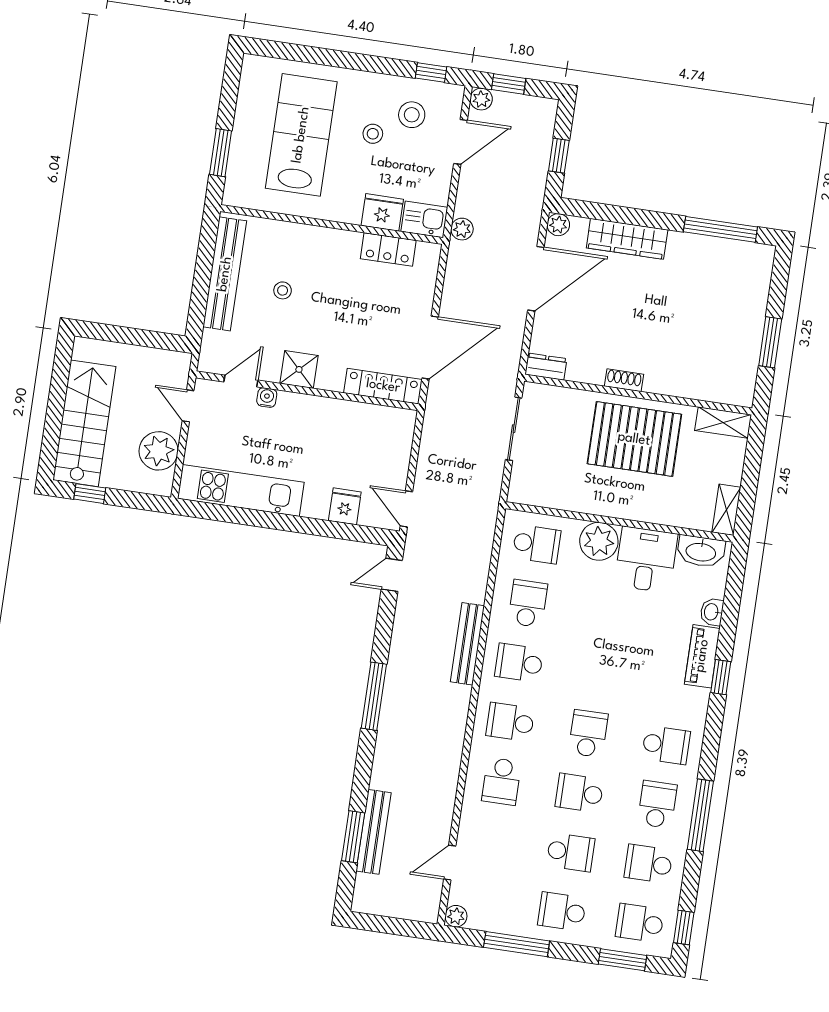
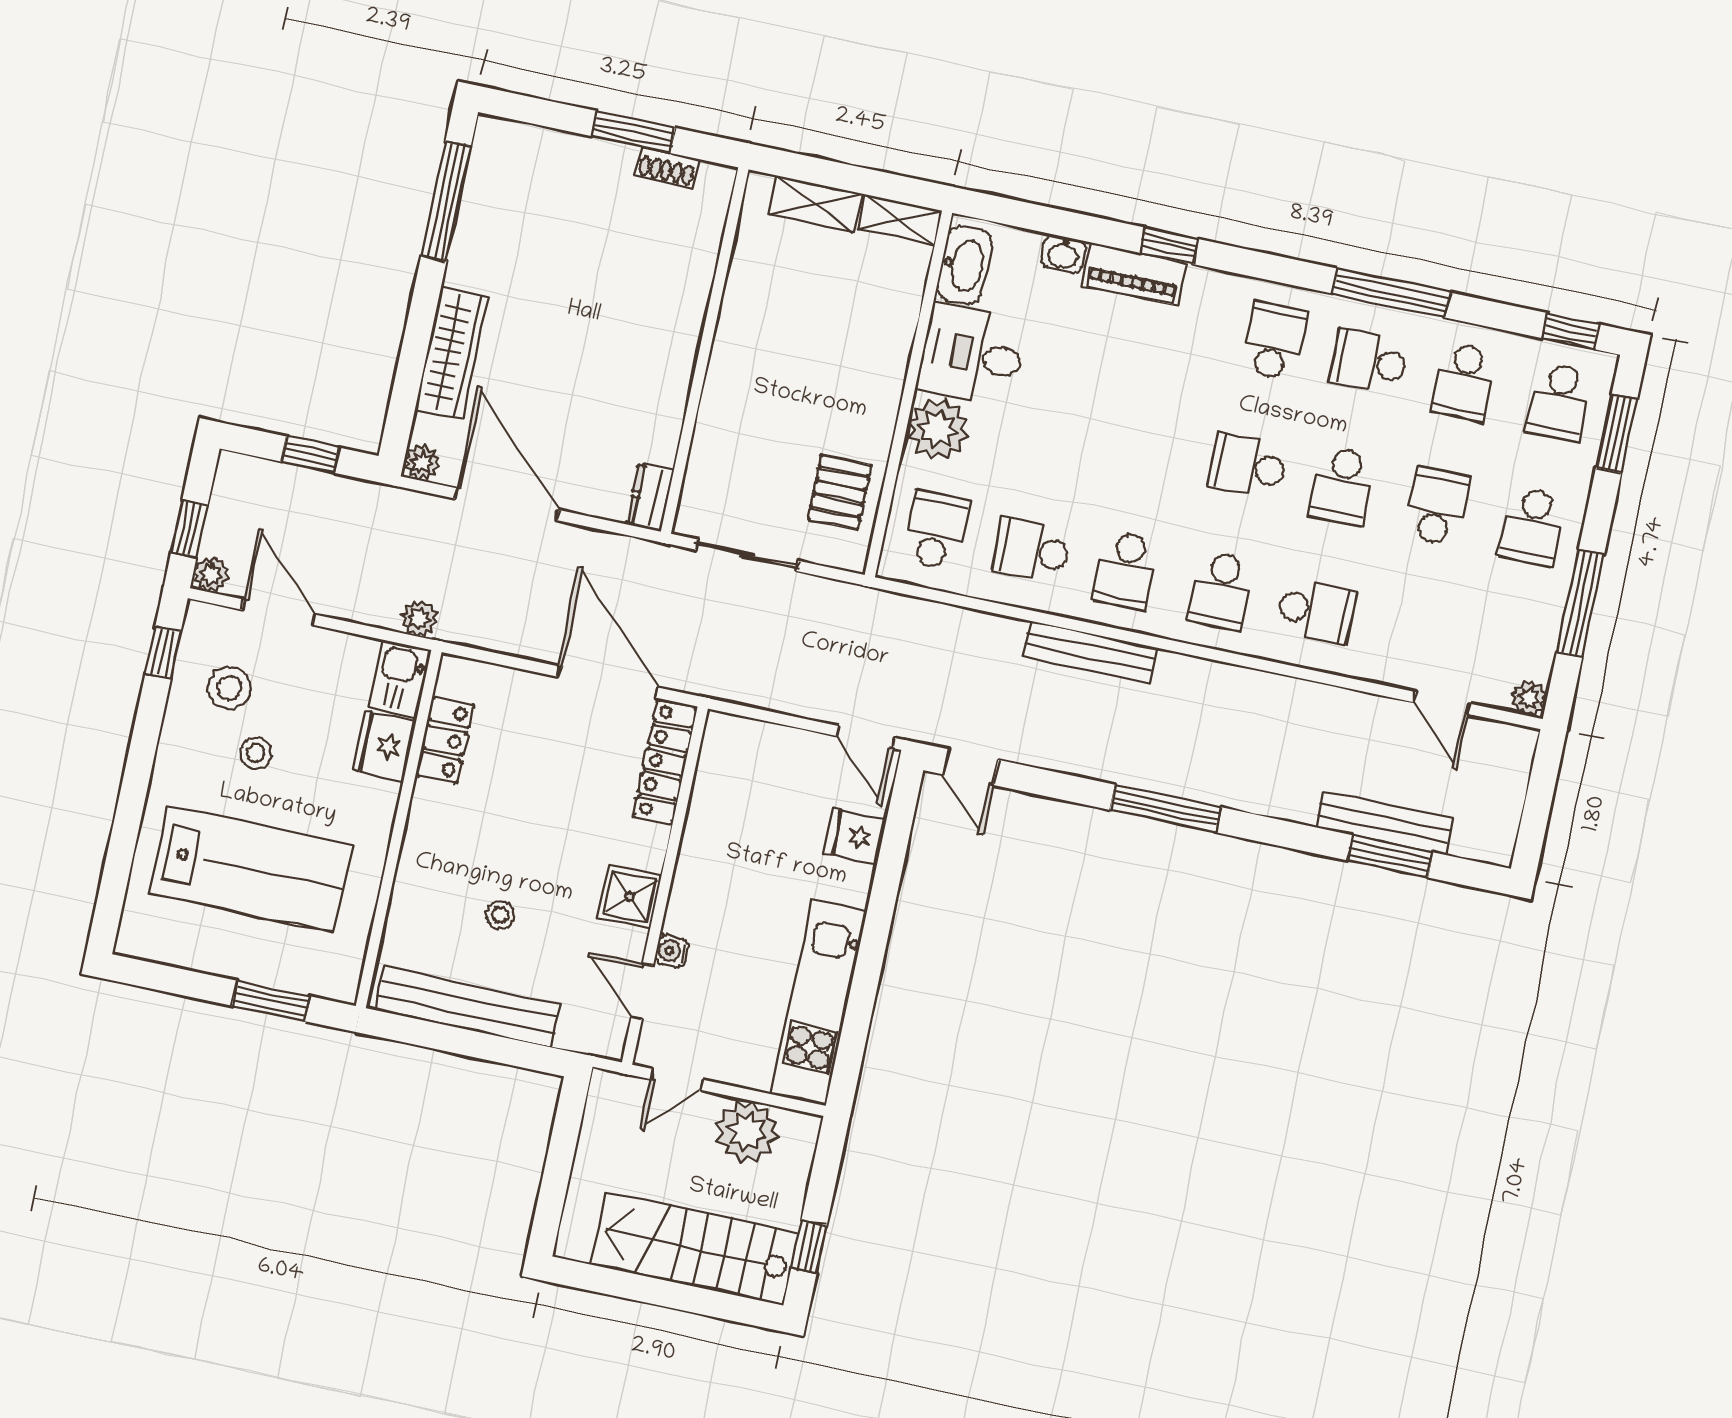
lab bench: (301, 135) -> (251, 869), turned 180
shoe rack: (624, 380) -> (667, 167), moved, turned -90
shelving: (723, 423) -> (815, 204), moved, turned 90
pallet: (634, 439) -> (840, 492), moved, width x0.49, depth x0.50
door: (406, 509) -> (866, 737), hinge flipped

